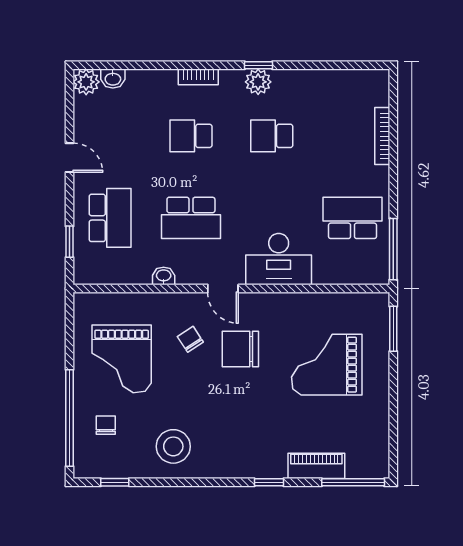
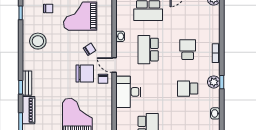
washbasin: (113, 79) -> (215, 113), moved
school desk: (272, 136) -> (188, 89), turned -90
door: (223, 288) -> (114, 65), hinge flipped
chair: (251, 312) -> (103, 79), added
chair: (240, 349) -> (85, 73), turned 90
bench: (261, 469) -> (27, 83), added

